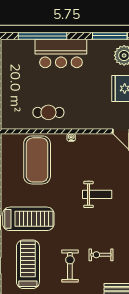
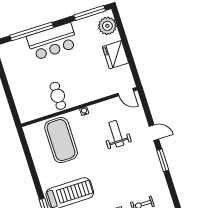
cafe table: (48, 112) -> (58, 96), turned 90
weight bench: (97, 194) -> (116, 134), moved, turned -90

